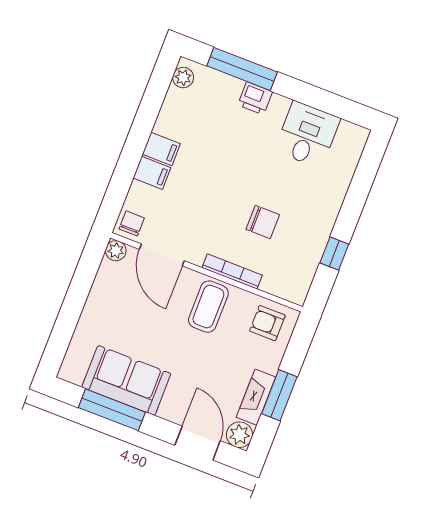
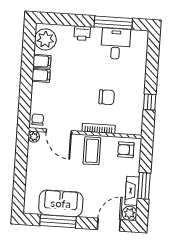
window: (242, 69) -> (113, 23), moved
plant: (183, 78) -> (45, 39), width x1.87, depth x1.87
filing cabinet: (152, 173) -> (42, 61), moved
door: (198, 443) -> (109, 225), hinge flipped

